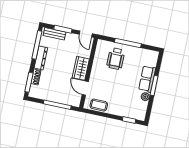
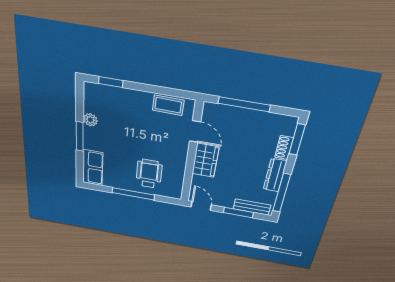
row of seats: (147, 79) -> (93, 168), moved

